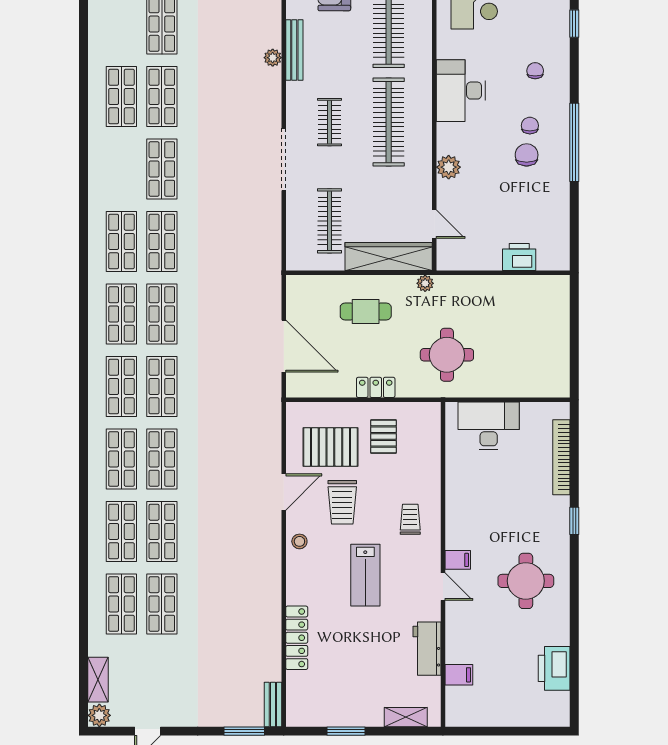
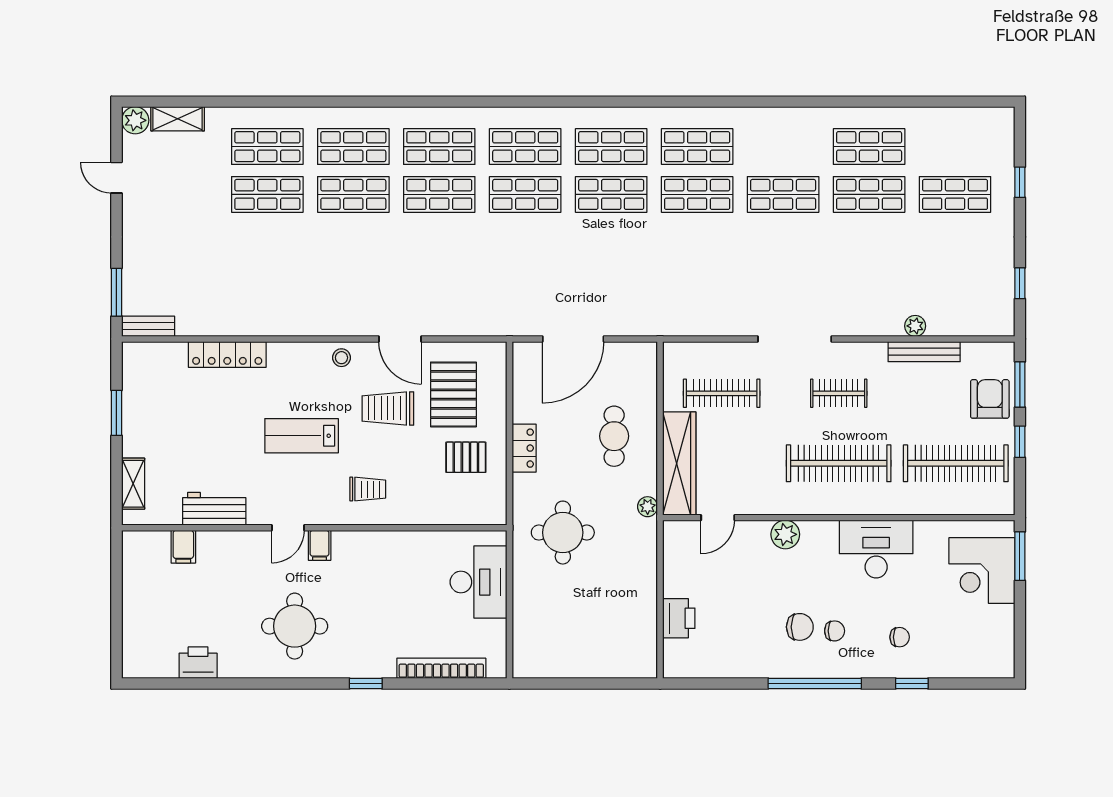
window: (574, 24) -> (912, 683), moved
printer: (554, 668) -> (198, 663), width x0.73, depth x0.84

